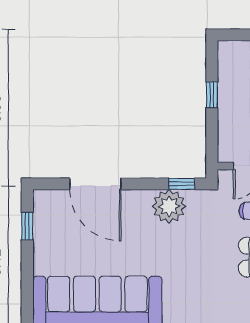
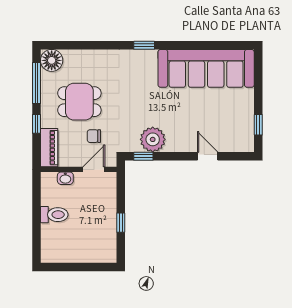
door: (95, 184) -> (208, 156), width x0.53

